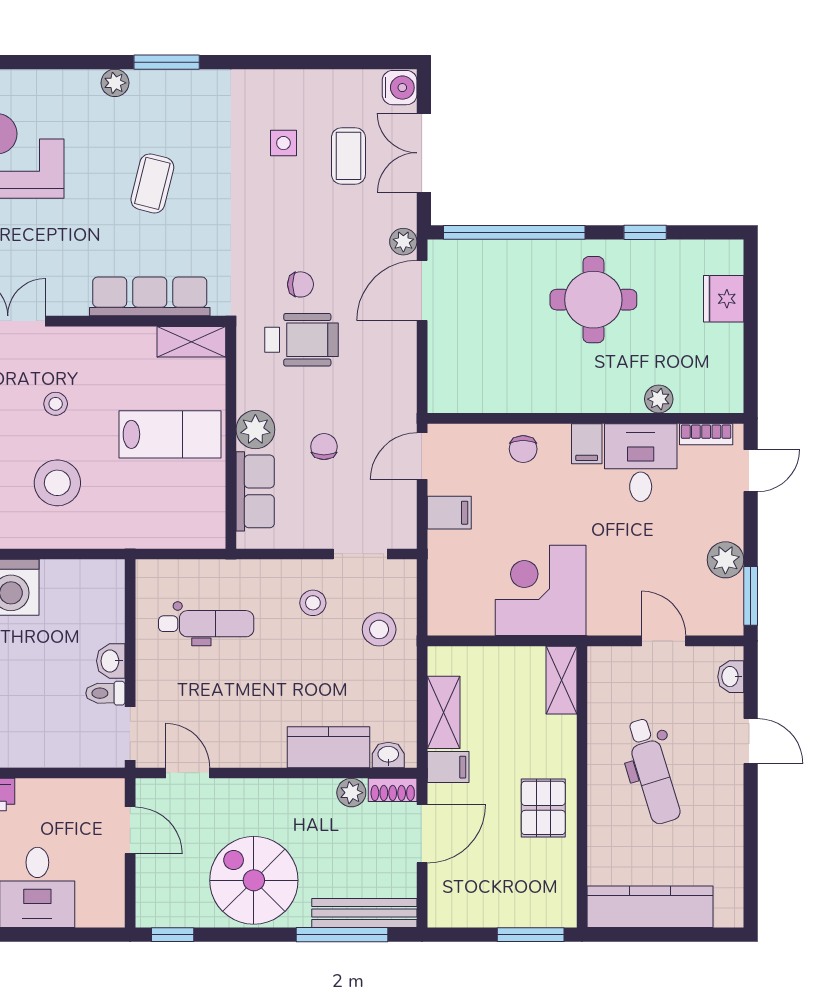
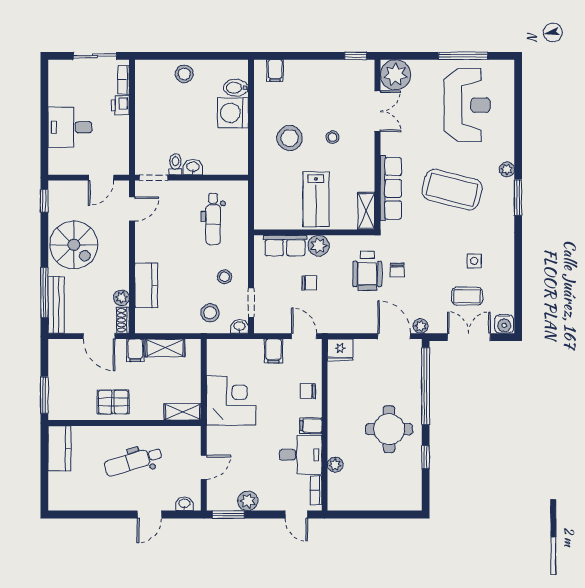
coffee table: (152, 183) -> (452, 190), width x1.86, depth x1.72
fridge: (724, 299) -> (340, 350), moved, turned 180
washbasin: (388, 755) -> (240, 326), moved, turned -90
spiral stairs: (254, 880) -> (74, 245), turned 90
kitchen counter: (650, 907) -> (59, 449), width x0.67

